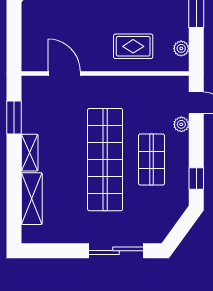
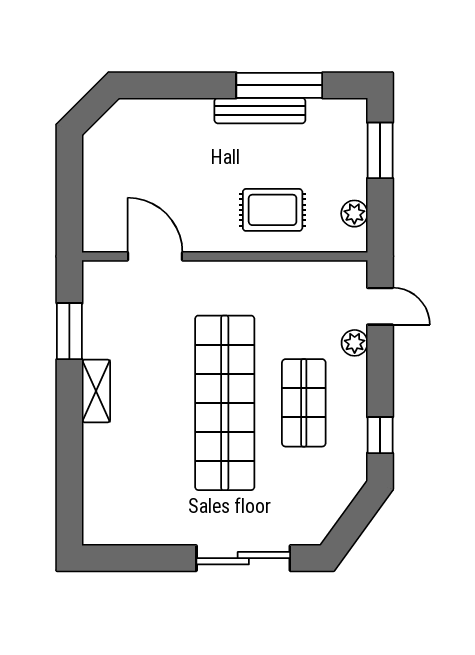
shelving: (32, 199) -> (100, 469), removed

